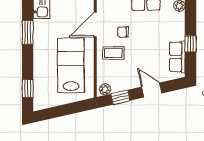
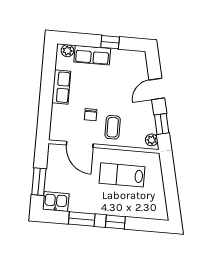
row of seats: (177, 57) -> (92, 55), moved
lab bench: (71, 65) -> (122, 175), width x0.73, depth x0.72
window: (28, 88) -> (115, 222), moved

